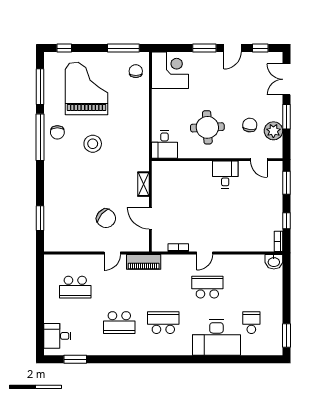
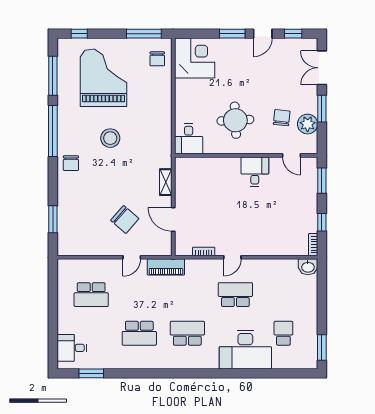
chair: (136, 71) -> (157, 59), turned 180
chair: (57, 132) -> (71, 163), moved

